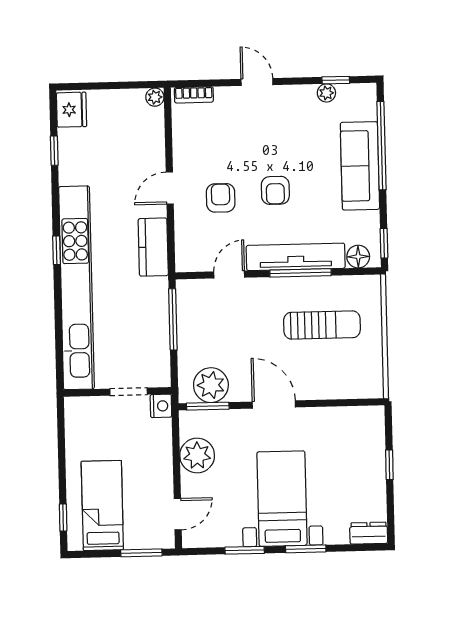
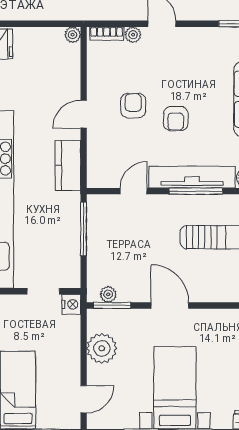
plant: (326, 93) -> (133, 35), moved
armchair: (221, 198) -> (133, 106), moved
plant: (211, 385) -> (108, 294), width x0.53, depth x0.53

